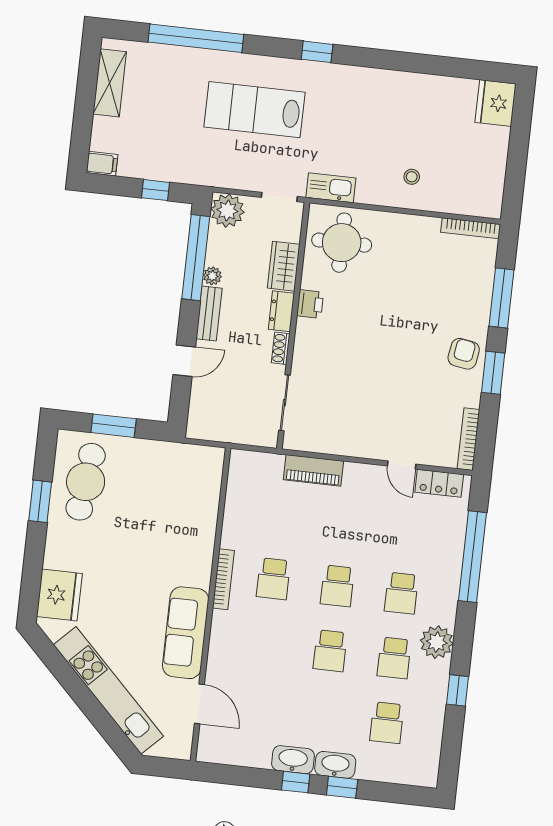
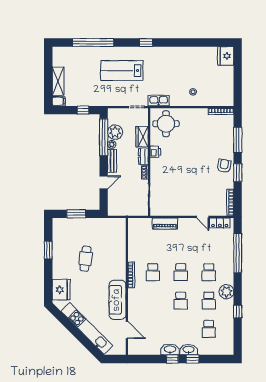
shelving: (110, 83) -> (58, 81), moved
plant: (227, 211) -> (115, 132), moved
cafe table: (86, 482) -> (86, 259), moved, width x0.73, depth x0.74

